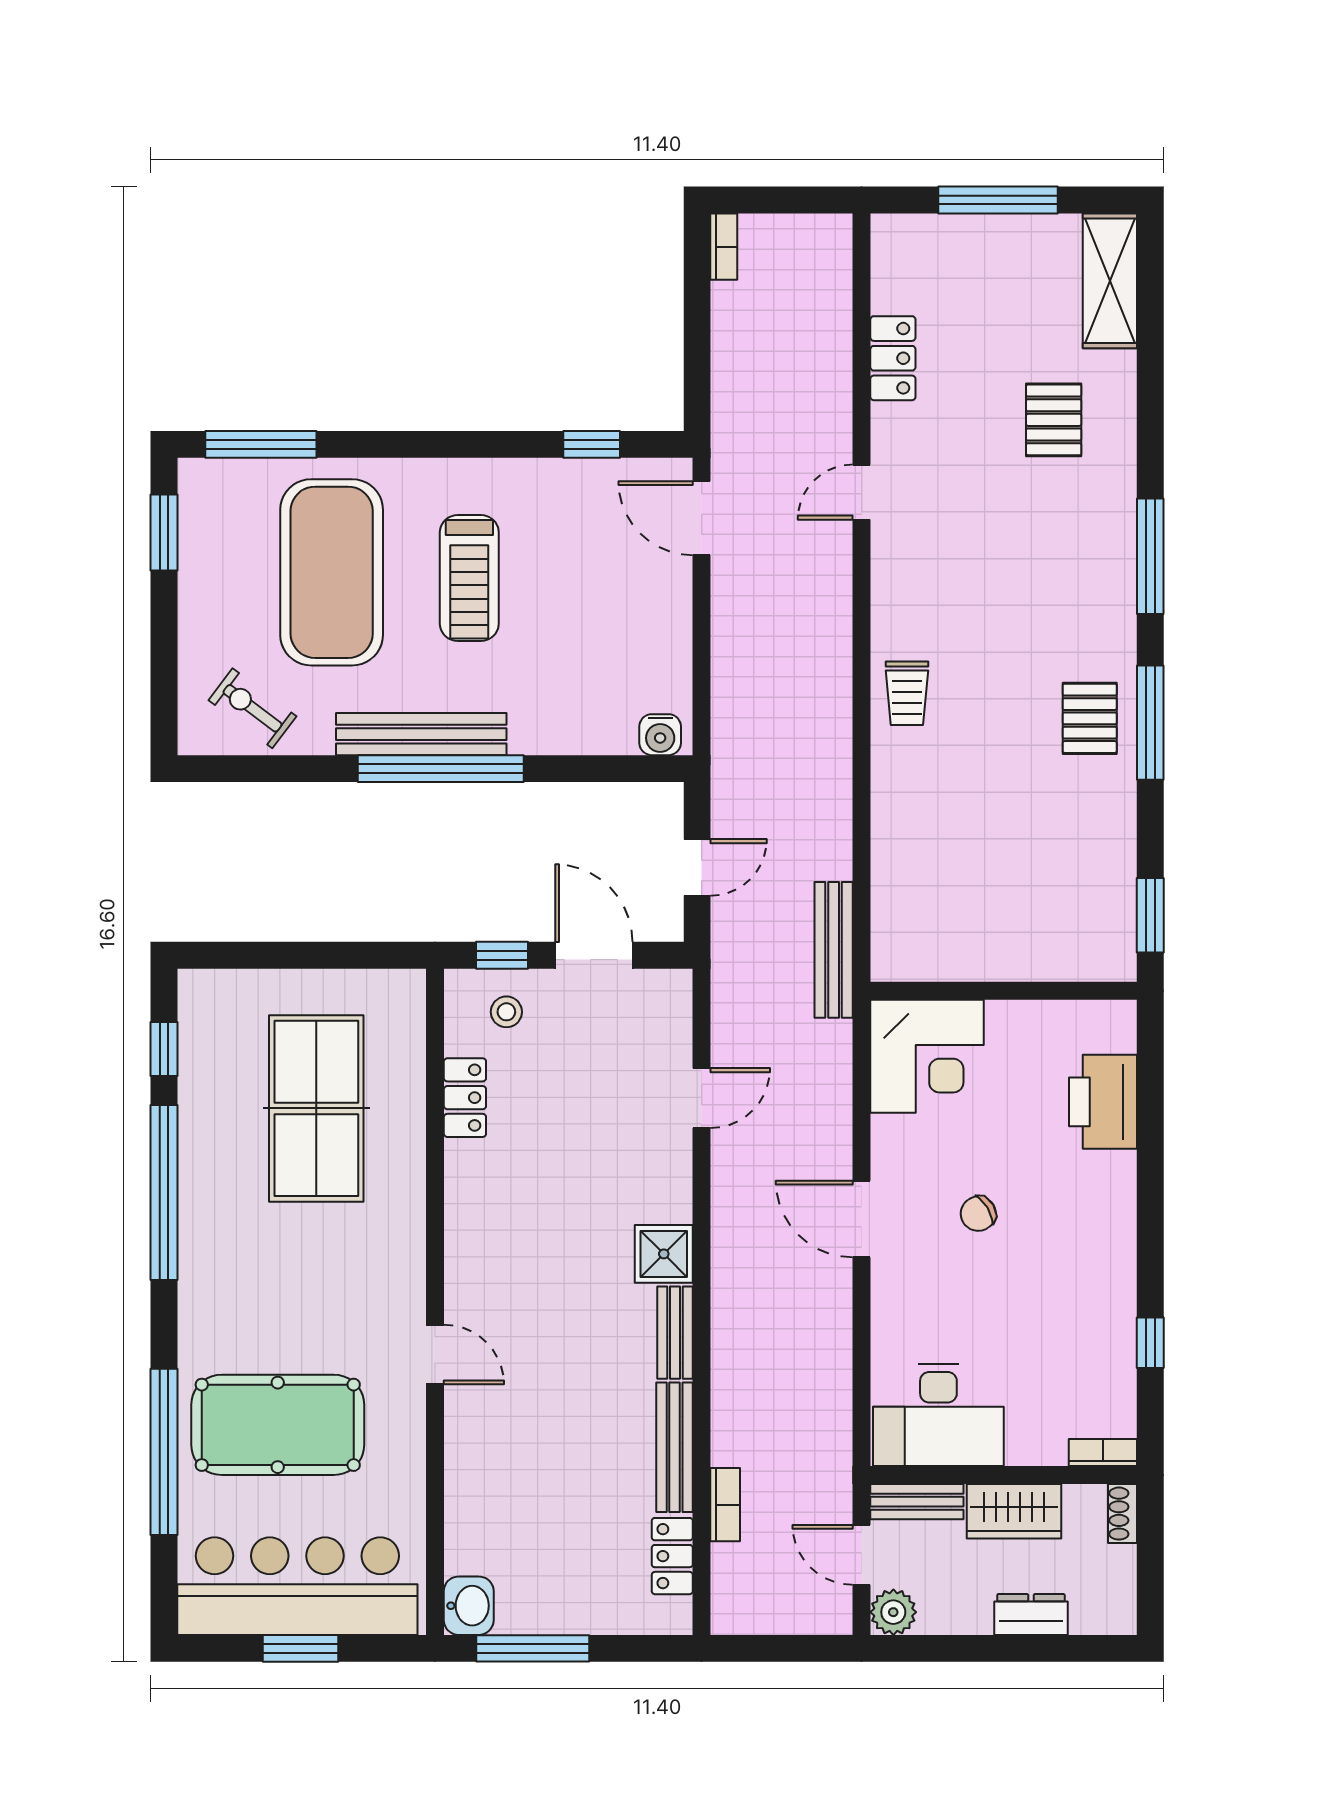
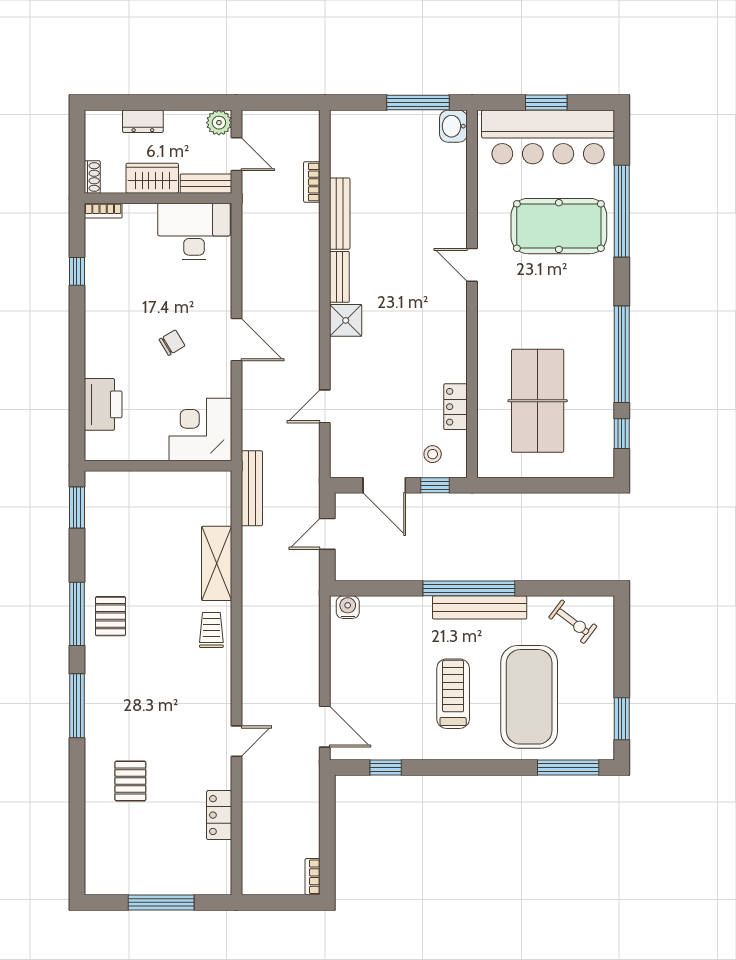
shelving: (1110, 281) -> (217, 563), moved
locker: (672, 1556) -> (341, 154), removed

